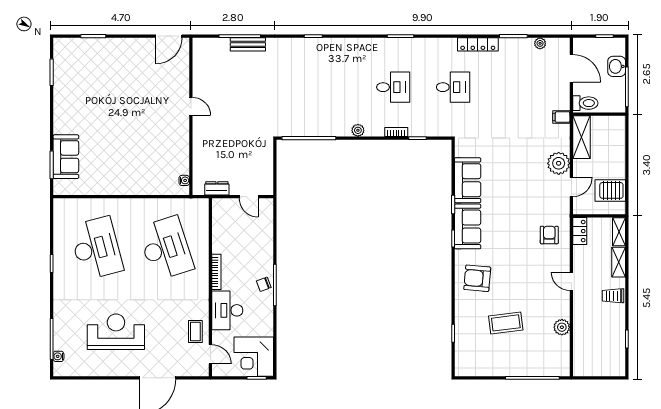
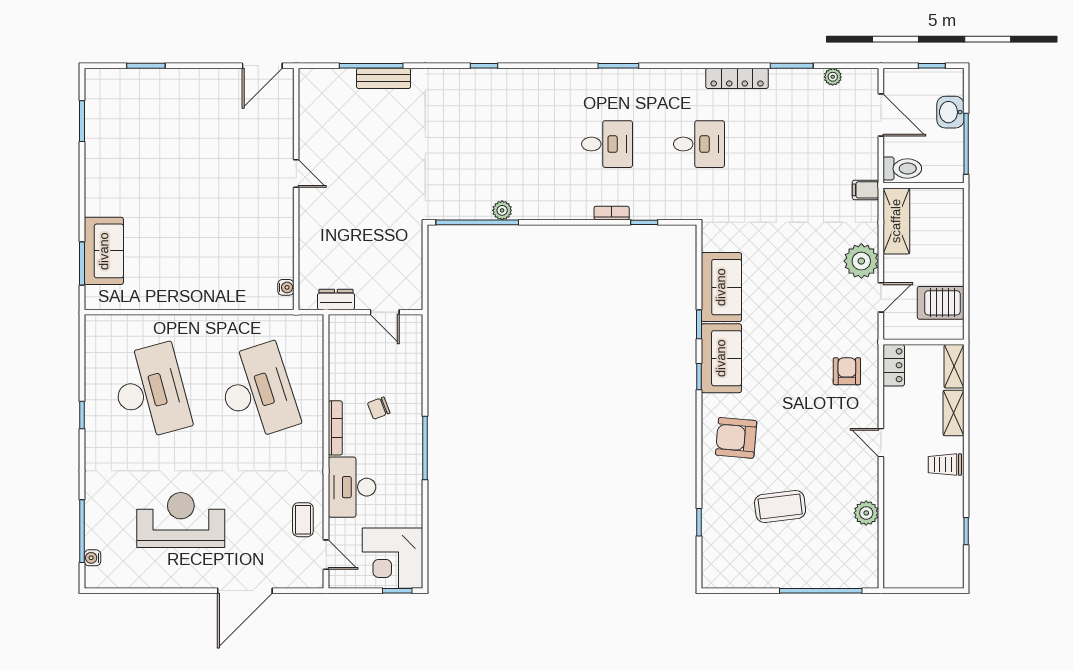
plant: (358, 130) -> (502, 210), moved
chair: (264, 284) -> (379, 408), moved

